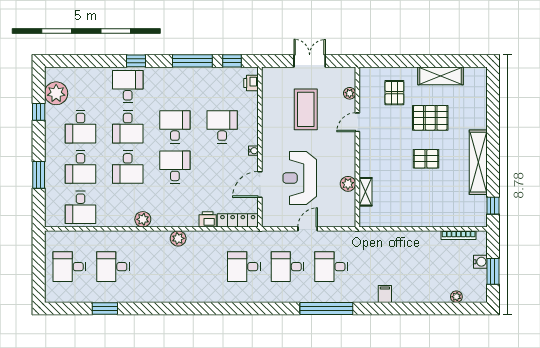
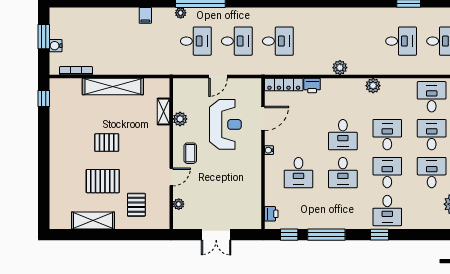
coffee table: (306, 109) -> (190, 153), moved, width x0.54, depth x0.58
shelving: (478, 162) -> (113, 86), moved, turned 90
plant: (456, 297) -> (181, 13), moved

